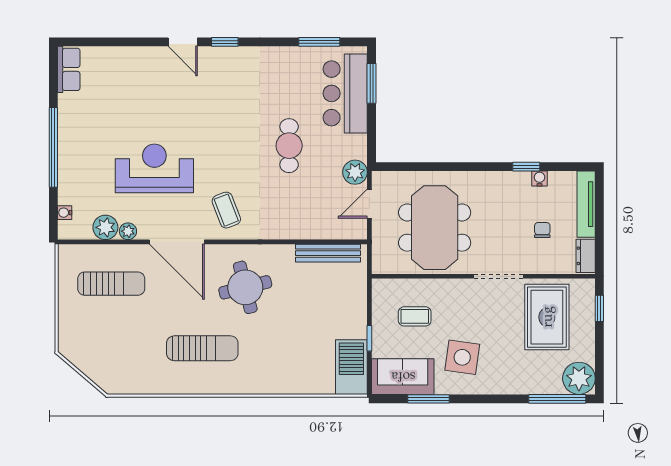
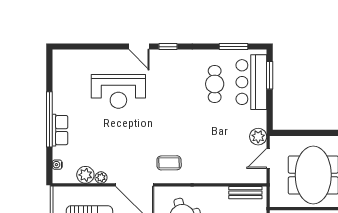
row of seats: (69, 69) -> (60, 130), moved
cafe table: (289, 146) -> (215, 84), moved
reception desk: (154, 168) -> (118, 91), moved, turned 180
coffee table: (226, 210) -> (169, 163), turned -70
bench: (328, 253) -> (245, 193), width x0.73

